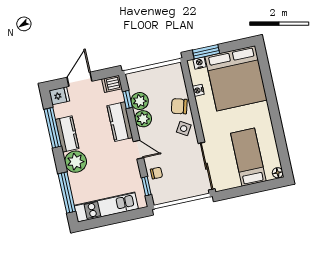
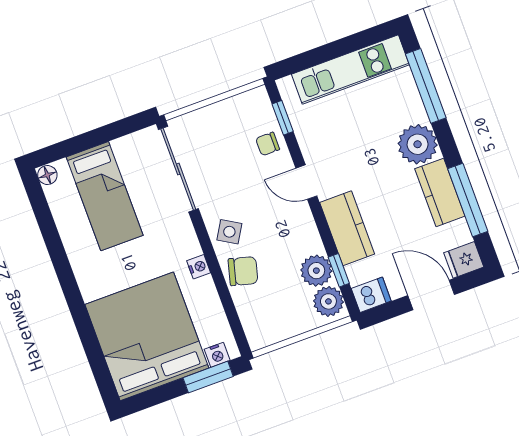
door: (80, 79) -> (431, 295), swing flipped
nightstand: (198, 90) -> (199, 267), moved
plant: (143, 119) -> (328, 301), moved

